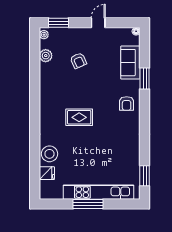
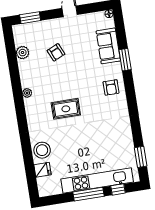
plant: (44, 35) -> (27, 93), moved
window: (117, 204) -> (118, 189), added

